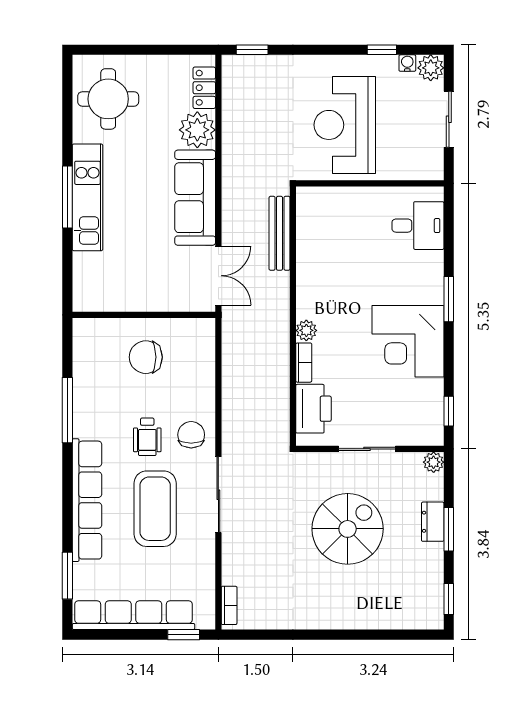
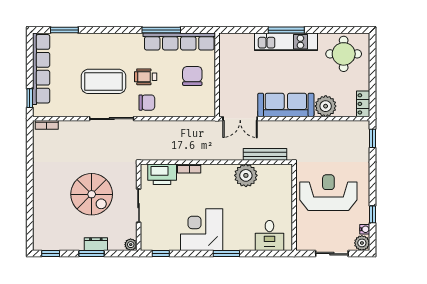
locker: (204, 88) -> (363, 104), moved, turned -90
plant: (306, 330) -> (246, 175), moved, width x1.88, depth x1.88
row of seats: (87, 500) -> (179, 41), moved

